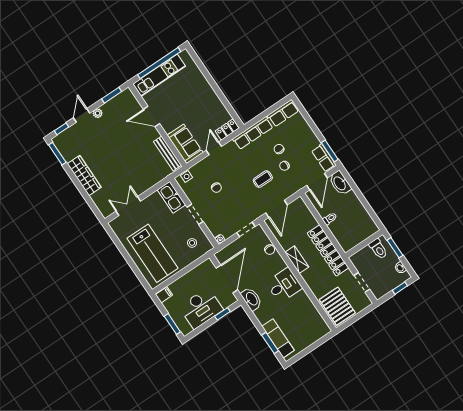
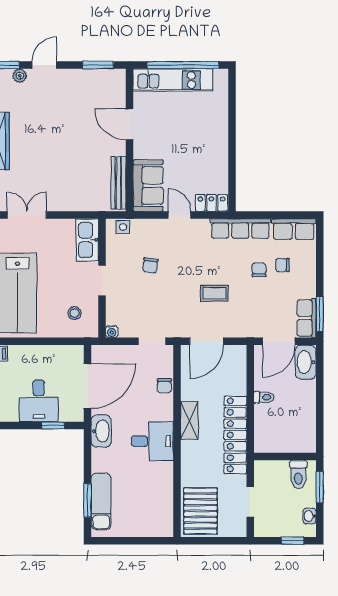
plant: (98, 113) -> (20, 76), moved
door: (214, 148) -> (180, 215), hinge flipped
chair: (284, 166) -> (282, 265), moved
desk: (201, 308) -> (39, 401), width x0.73

